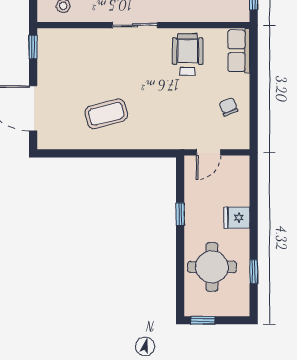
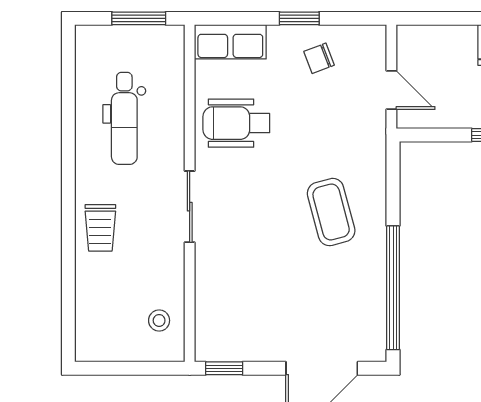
window: (254, 94) -> (299, 18), added
coffee table: (106, 114) -> (331, 212), moved
window: (84, 153) -> (393, 288), added

